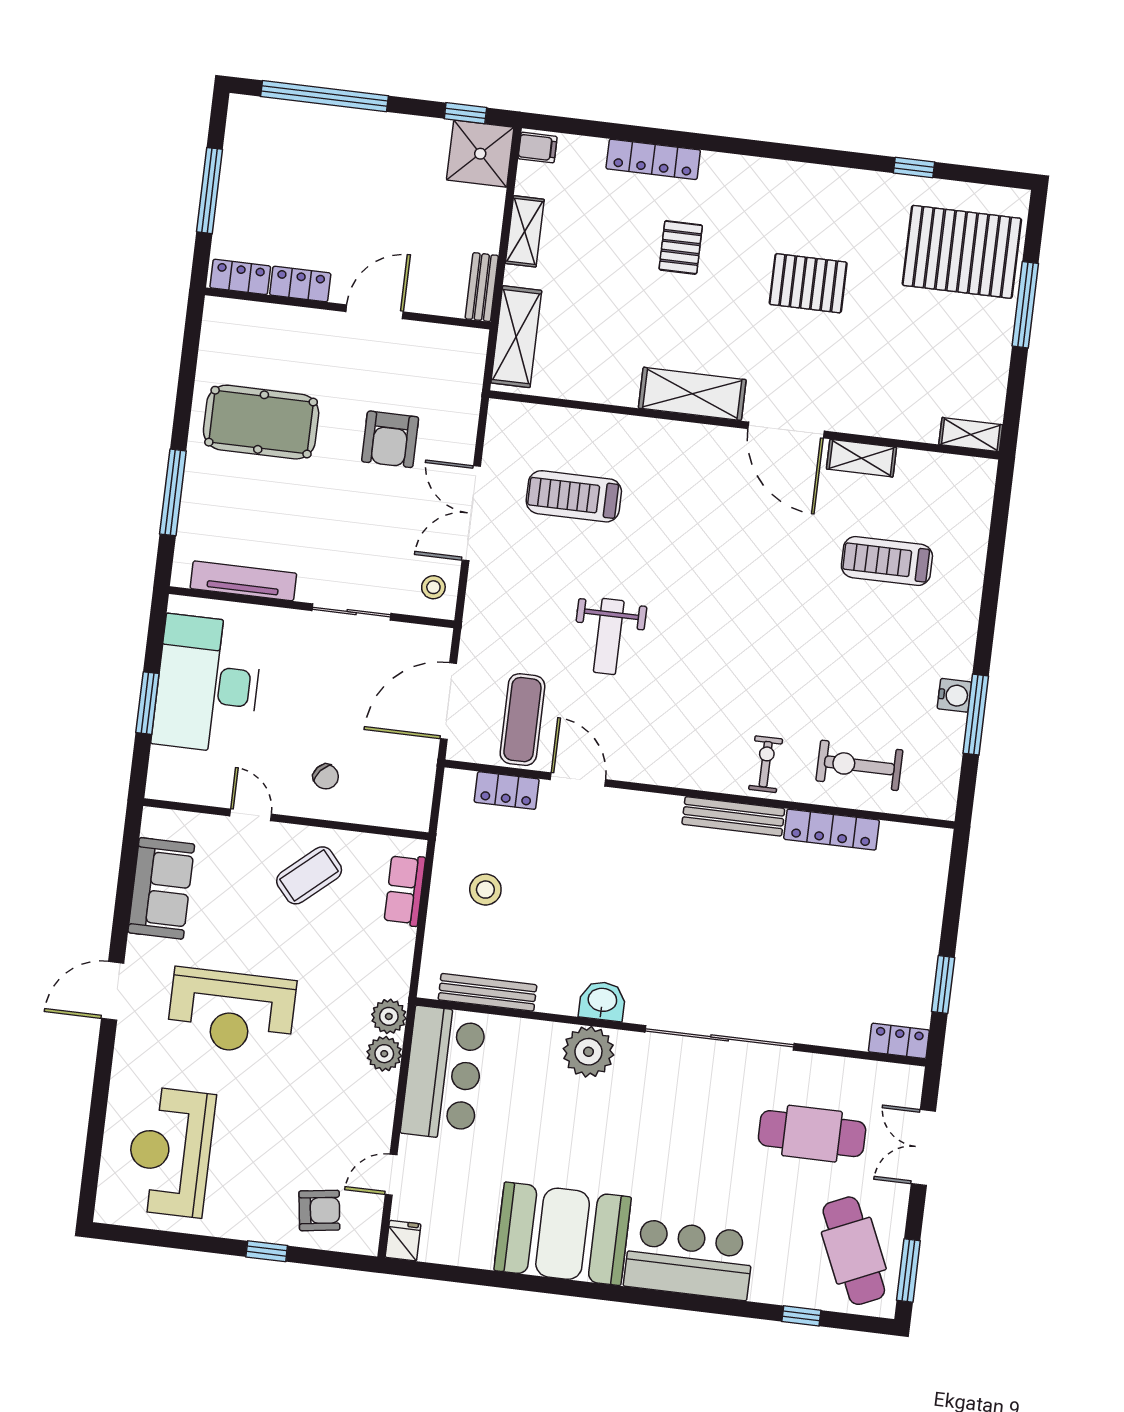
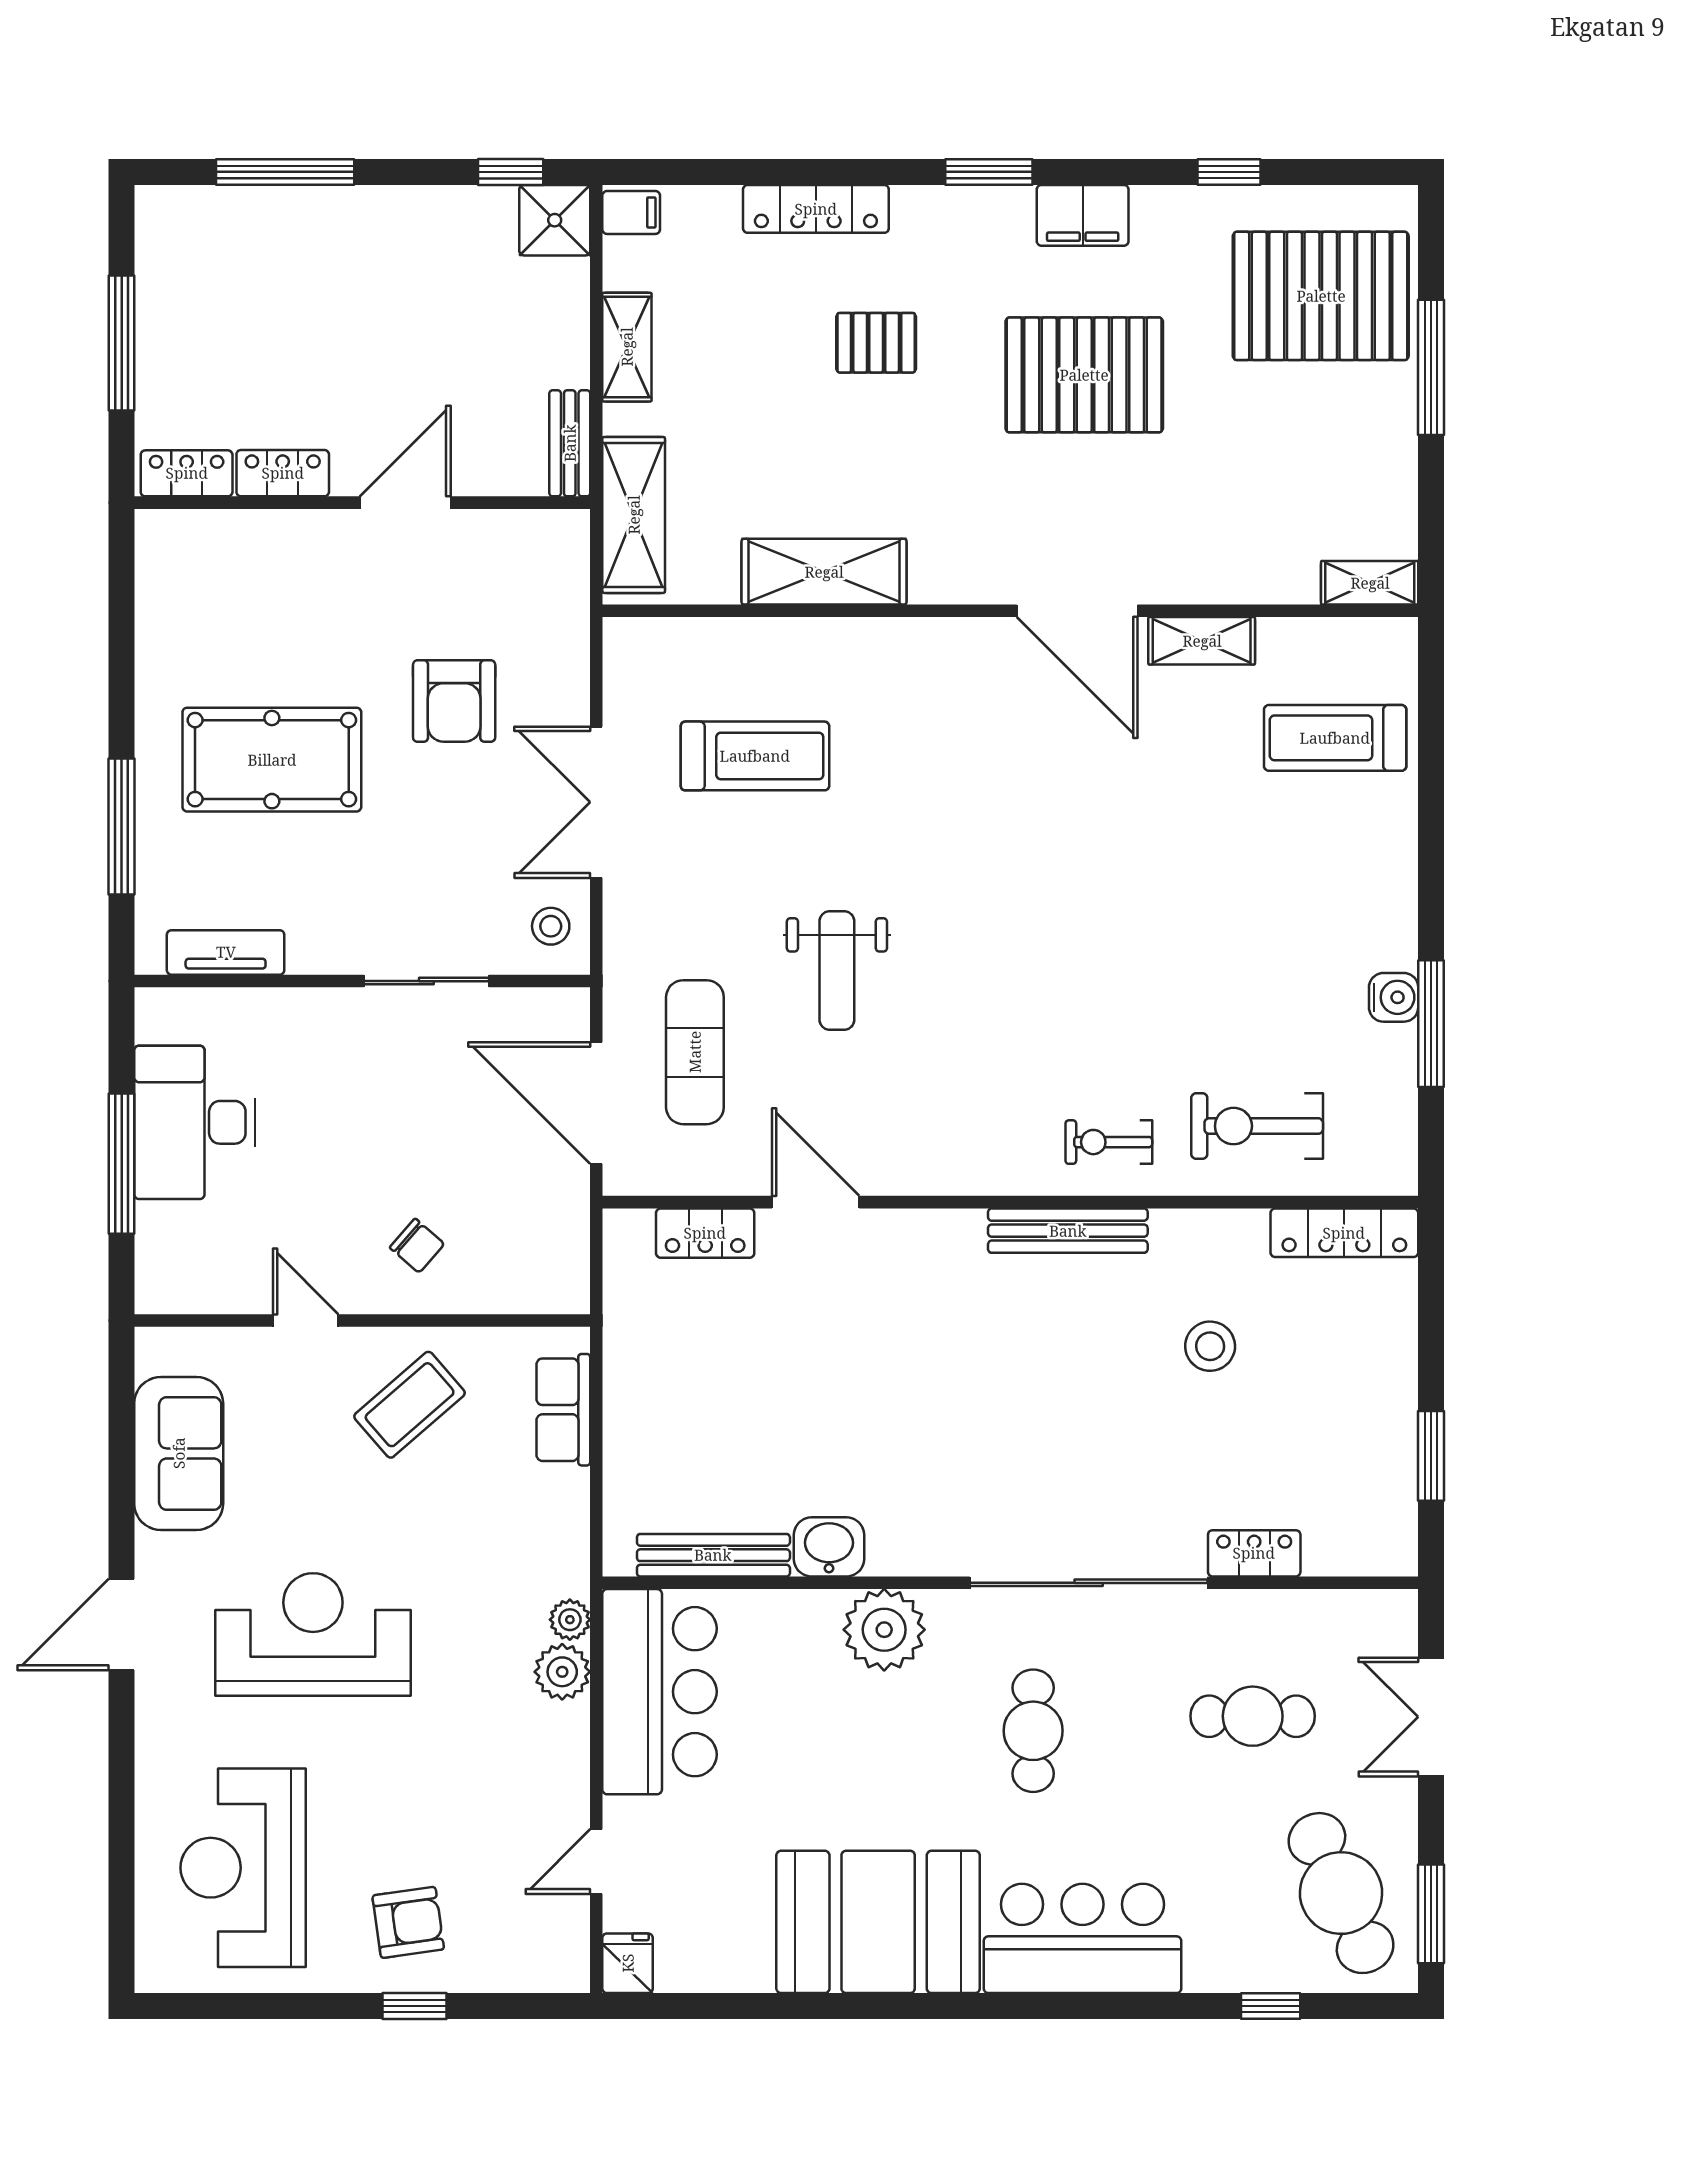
window: (325, 96) -> (285, 172), width x0.68
window: (764, 149) -> (989, 172), added
shower: (480, 154) -> (555, 220), width x0.73, depth x0.73
filing cabinet: (819, 184) -> (1083, 215), added
pallet: (681, 247) -> (876, 343), turned 90
pallet: (808, 283) -> (1084, 375), width x1.37, depth x1.41
shelving: (692, 394) -> (824, 572), moved
pool table: (261, 422) -> (272, 760), moved
treadmill: (574, 496) -> (755, 756), turned 180
treadmill: (887, 561) -> (1335, 738), moved
tv unit: (243, 581) -> (226, 952), width x0.71
desk: (208, 684) -> (195, 1122), width x0.73, depth x0.77
door: (448, 701) -> (596, 1103), hinge flipped
window: (147, 703) -> (122, 1164), width x1.44
exercise mat: (522, 720) -> (695, 1052), moved
exercise bike: (766, 764) -> (1109, 1142), turned -90
locker: (832, 830) -> (1344, 1233), moved
stool: (485, 890) -> (1210, 1346), moved
washbasin: (602, 1001) -> (829, 1547), moved
reception desk: (231, 1012) -> (313, 1634), turned 180
plant: (389, 1016) -> (570, 1620), width x0.73, depth x0.73
locker: (899, 1041) -> (1254, 1553), moved
cafe table: (674, 1126) -> (1033, 1731), added
cafe table: (812, 1134) -> (1253, 1716), width x0.73, depth x0.74
armchair: (319, 1210) -> (408, 1922), moved

